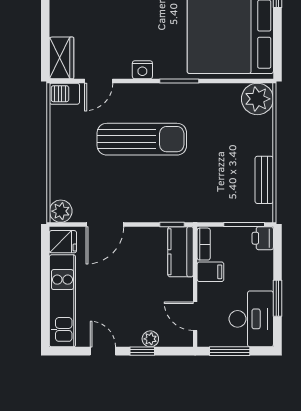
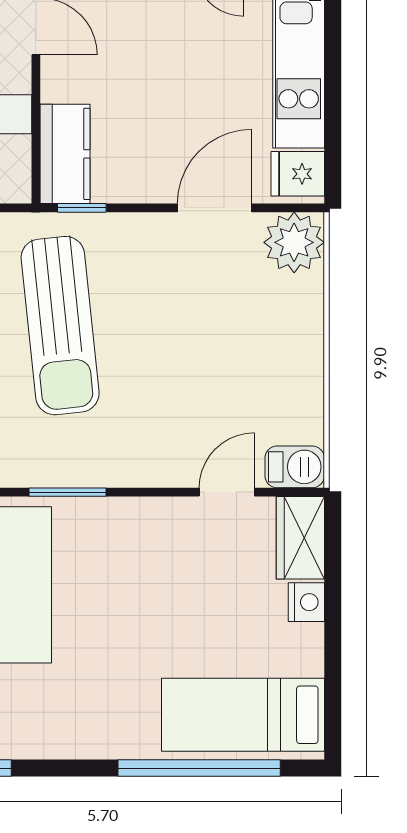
nightstand: (142, 70) -> (306, 602), moved, turned 90
sun lounger: (142, 139) -> (60, 326), moved, turned -96
plant: (61, 211) -> (294, 242), width x1.36, depth x1.36
bookcase: (204, 244) -> (19, 169), removed

